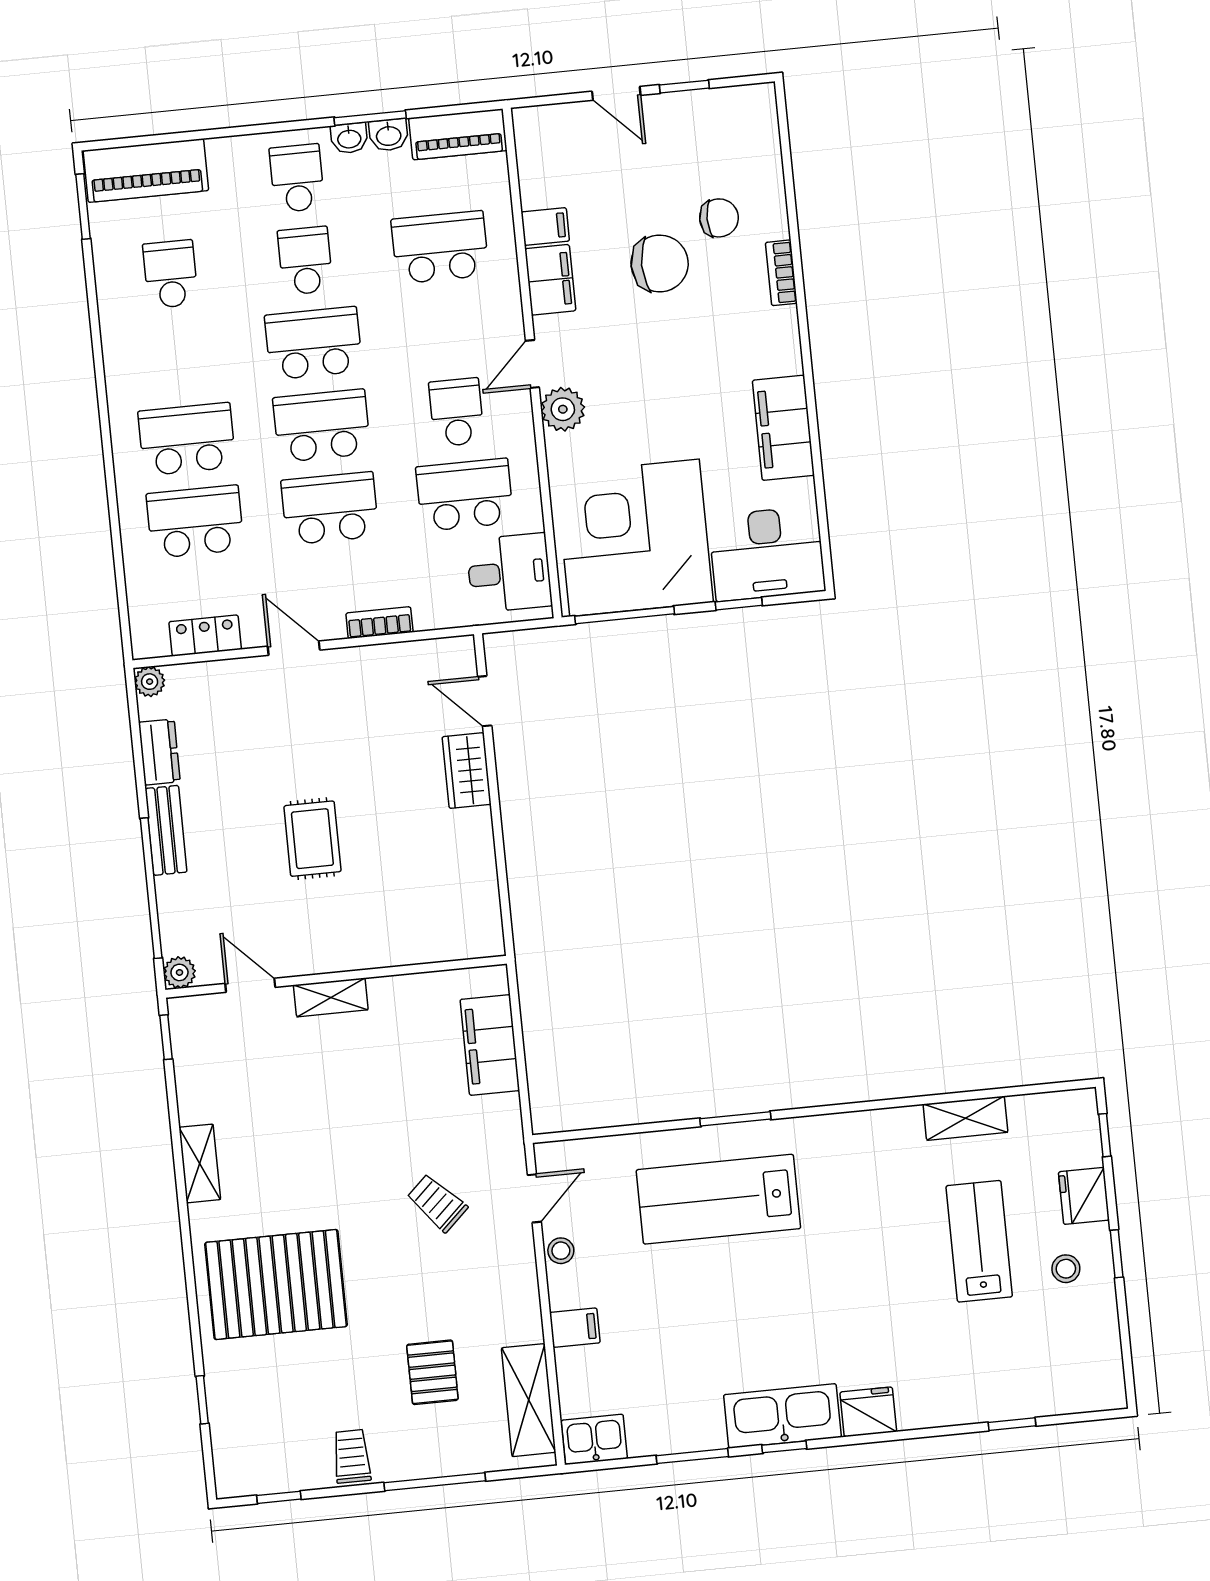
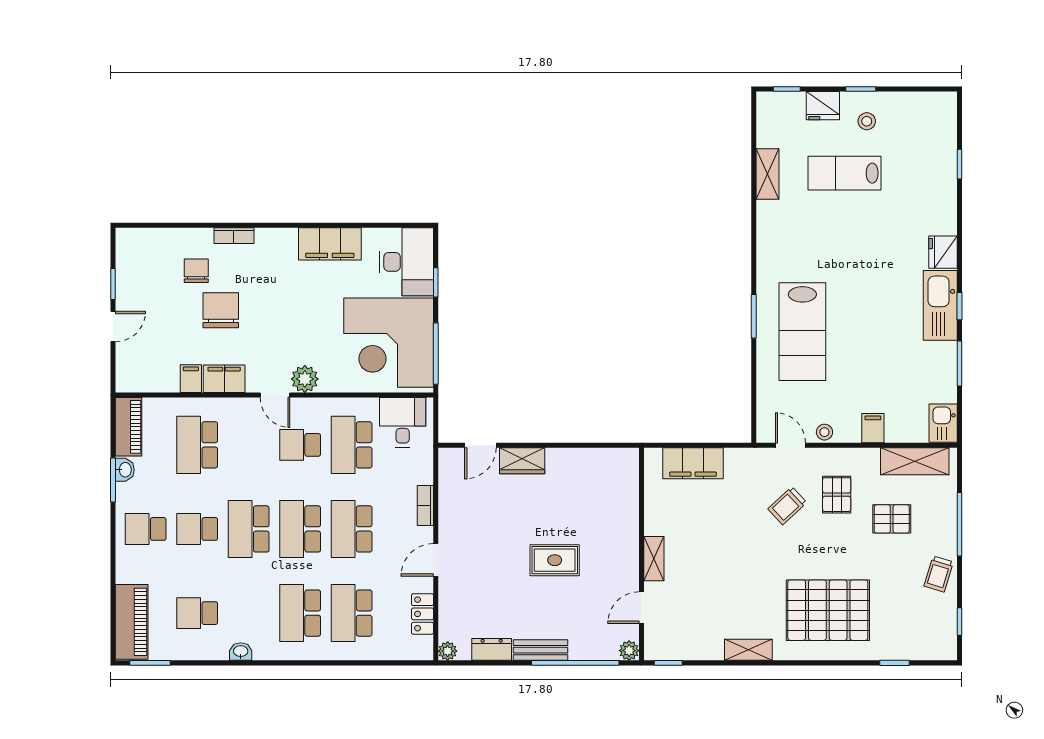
washbasin: (349, 138) -> (241, 652), moved, turned -90
pallet: (463, 1280) -> (837, 495), added
pallet: (276, 1284) -> (828, 610), turned 90
trolley: (352, 1456) -> (939, 574), turned -73

